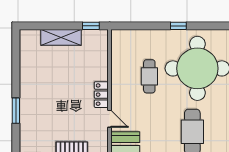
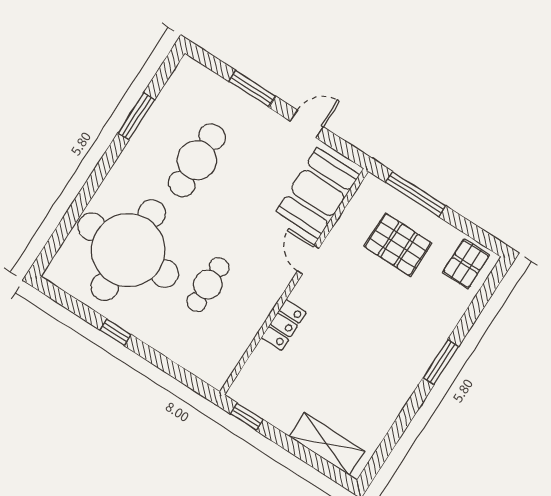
shelving: (61, 37) -> (327, 444), moved
locker: (101, 95) -> (284, 325), moved

